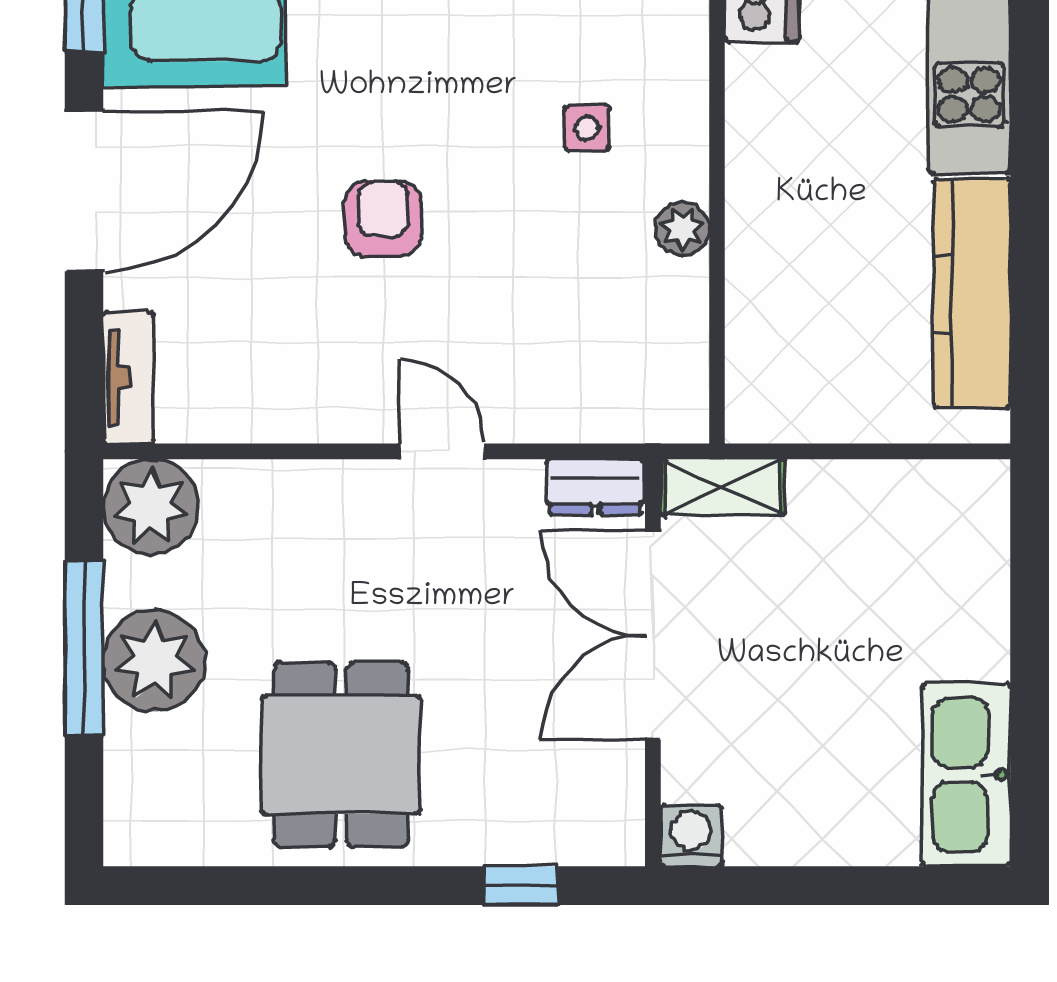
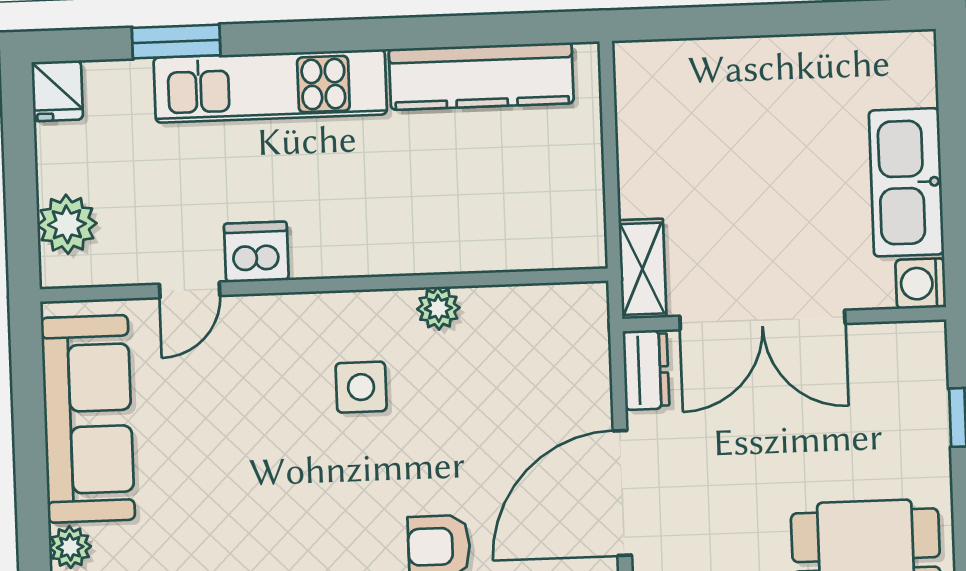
side table: (587, 128) -> (361, 387), width x1.37, depth x1.37
door: (442, 451) -> (622, 493), width x1.88
kitchen sink: (966, 775) -> (906, 182), moved, turned 90

